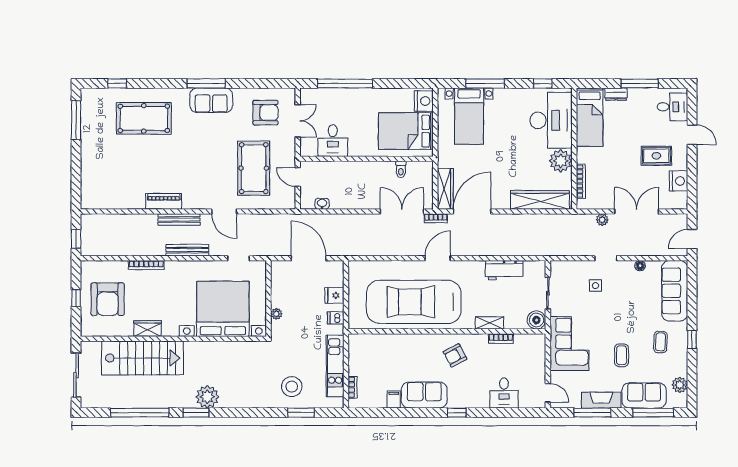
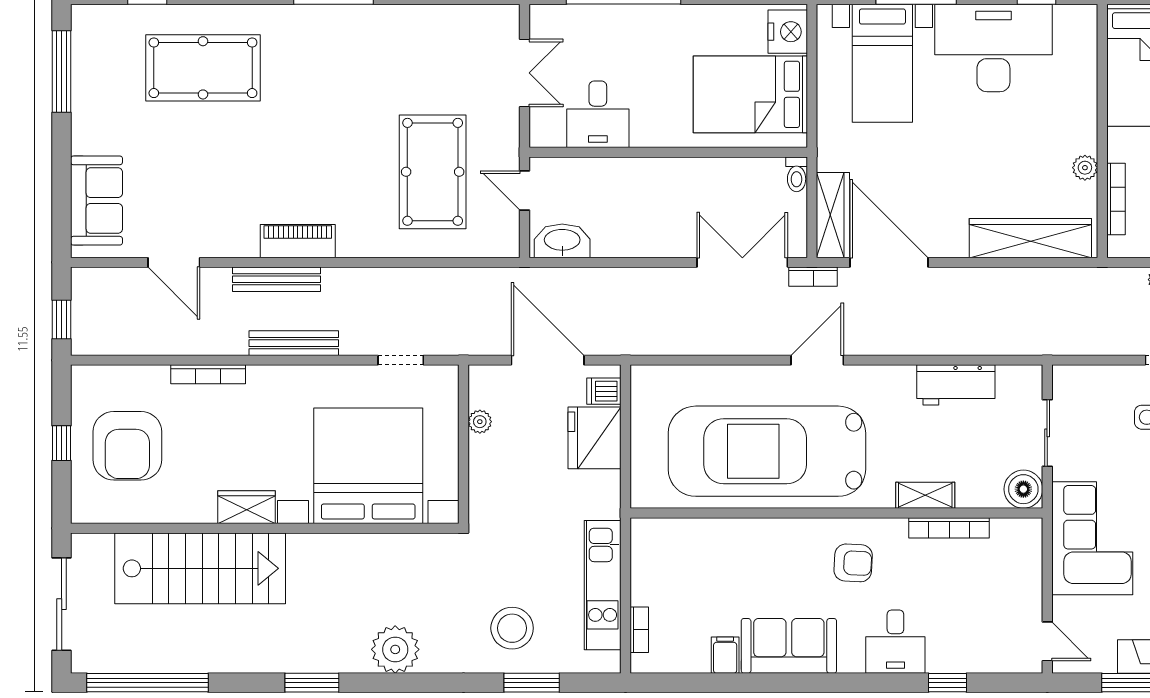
sofa: (211, 100) -> (97, 201), moved, turned -90
armchair: (265, 113) -> (457, 56), removed
desk: (551, 120) -> (993, 48), moved, turned -90
plant: (561, 161) -> (1085, 168), width x0.53, depth x0.53
toilet: (401, 169) -> (797, 174), moved
piano: (164, 201) -> (298, 241), moved
washbasin: (322, 204) -> (562, 241), width x1.91, depth x1.45
door: (224, 211) -> (174, 262), moved
door: (472, 211) -> (889, 262), hinge flipped
fridge: (334, 295) -> (595, 438), width x1.88, depth x1.34
plant: (276, 314) -> (480, 422), moved
dishwasher: (336, 318) -> (604, 391), moved
wardrobe: (147, 329) -> (247, 507), moved
bookcase: (501, 339) -> (949, 528), width x1.56
armchair: (455, 355) -> (853, 563), turned -149
desk: (504, 393) -> (895, 642), moved
plant: (207, 397) -> (395, 649), moved
window: (140, 413) -> (148, 683), moved
window: (457, 413) -> (947, 683), moved

